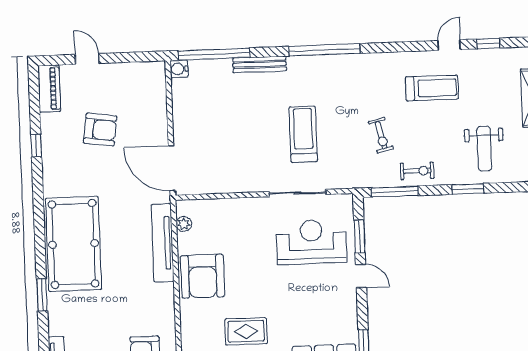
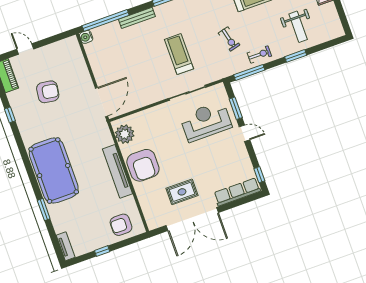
door: (172, 168) -> (102, 102), swing flipped
plant: (184, 224) -> (125, 134), width x1.88, depth x1.88
tv unit: (162, 243) -> (117, 171), moved

